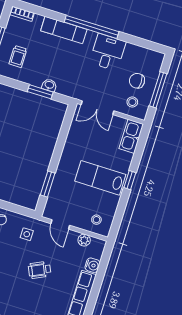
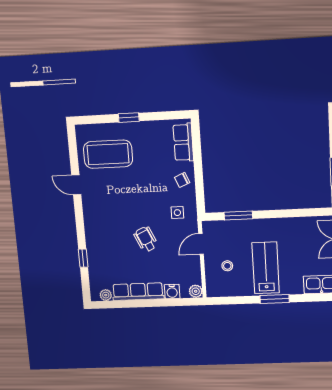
window: (130, 180) -> (275, 299), width x1.50
stool: (96, 220) -> (227, 266), moved
plant: (84, 240) -> (196, 291), moved

